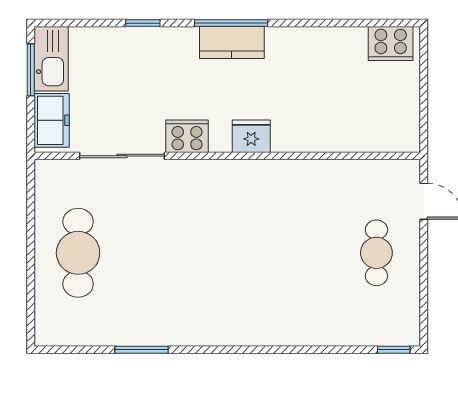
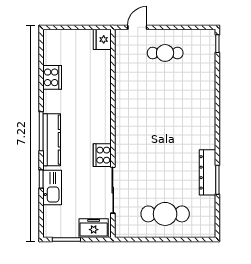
kitchen counter: (232, 43) -> (52, 140), width x1.50
cooker: (391, 44) -> (52, 77), moved
kitchen sink: (51, 59) -> (52, 188), moved, turned 90
fridge: (251, 136) -> (102, 39), moved
dresser: (155, 331) -> (207, 172), added

